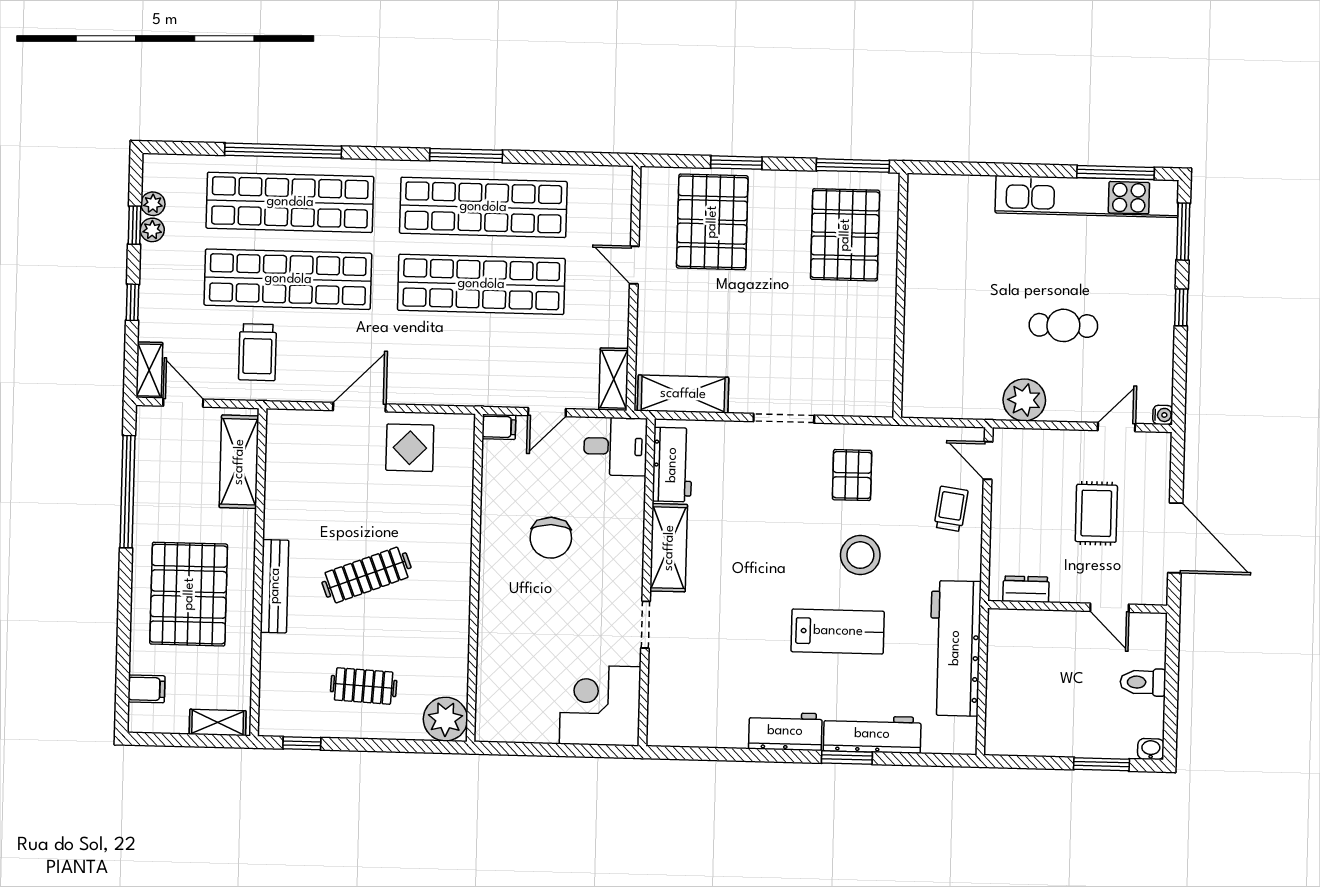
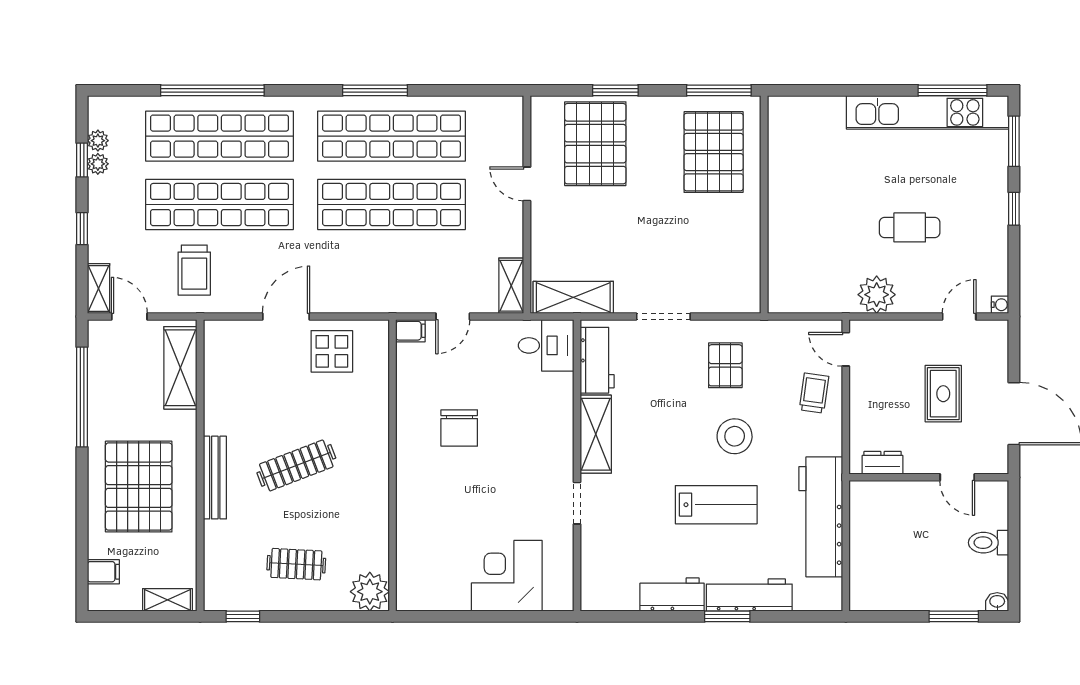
desk: (615, 446) -> (546, 345), moved
workbench: (672, 465) -> (597, 360), moved
shelving: (669, 548) -> (596, 434), moved
wall: (647, 582) -> (577, 465), moved
doorway: (646, 625) -> (577, 503), moved

